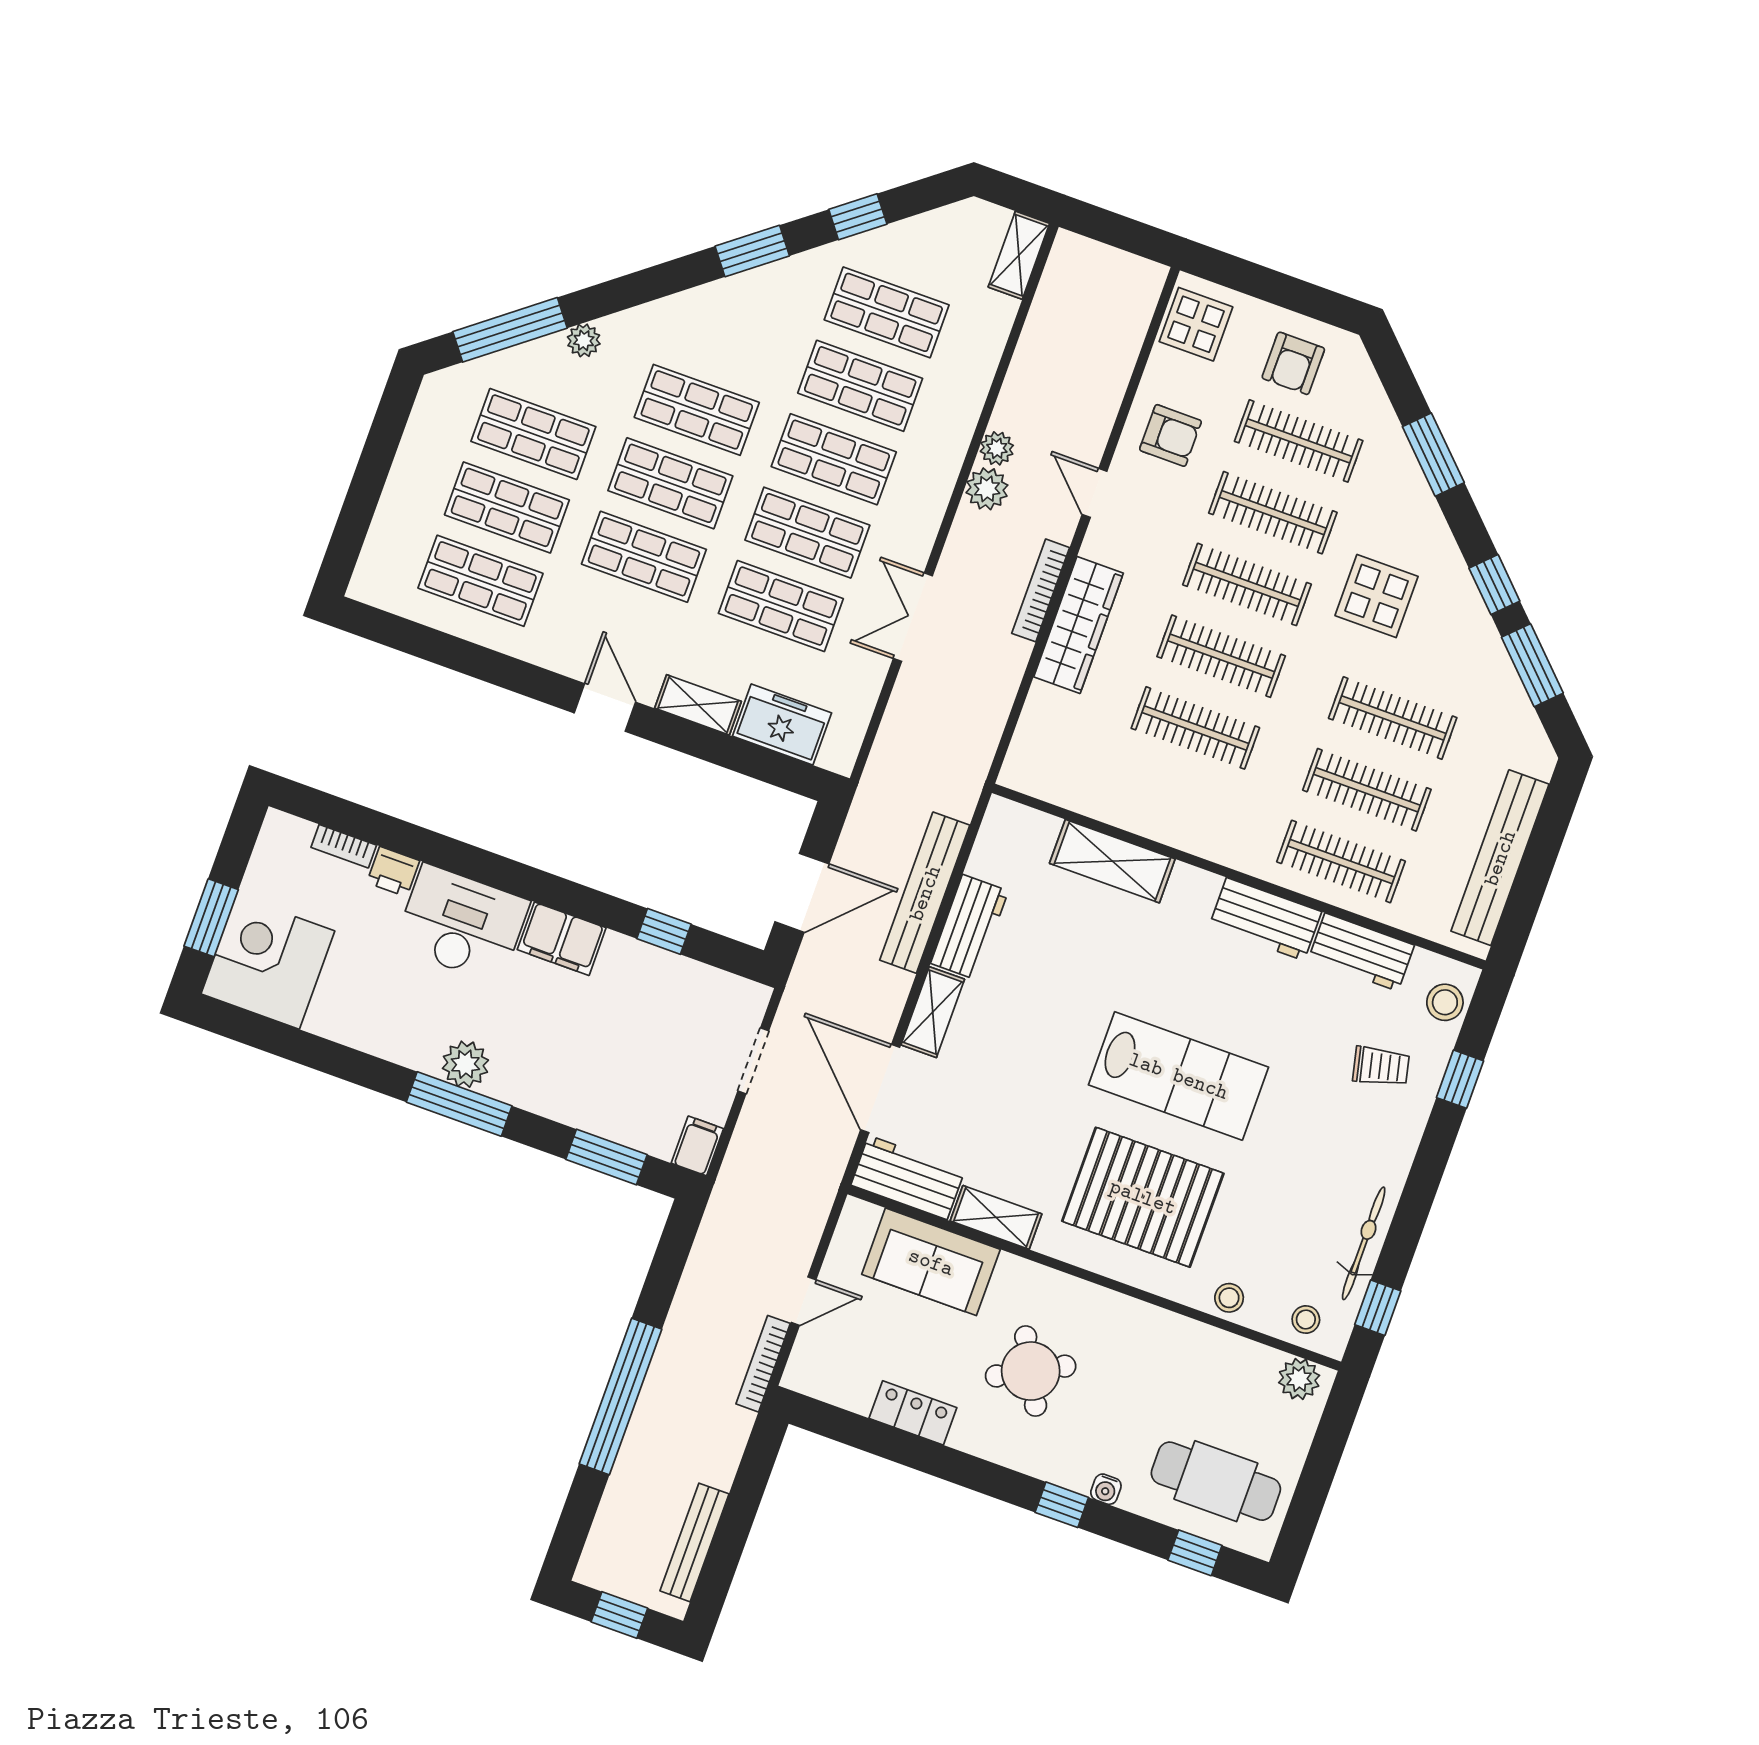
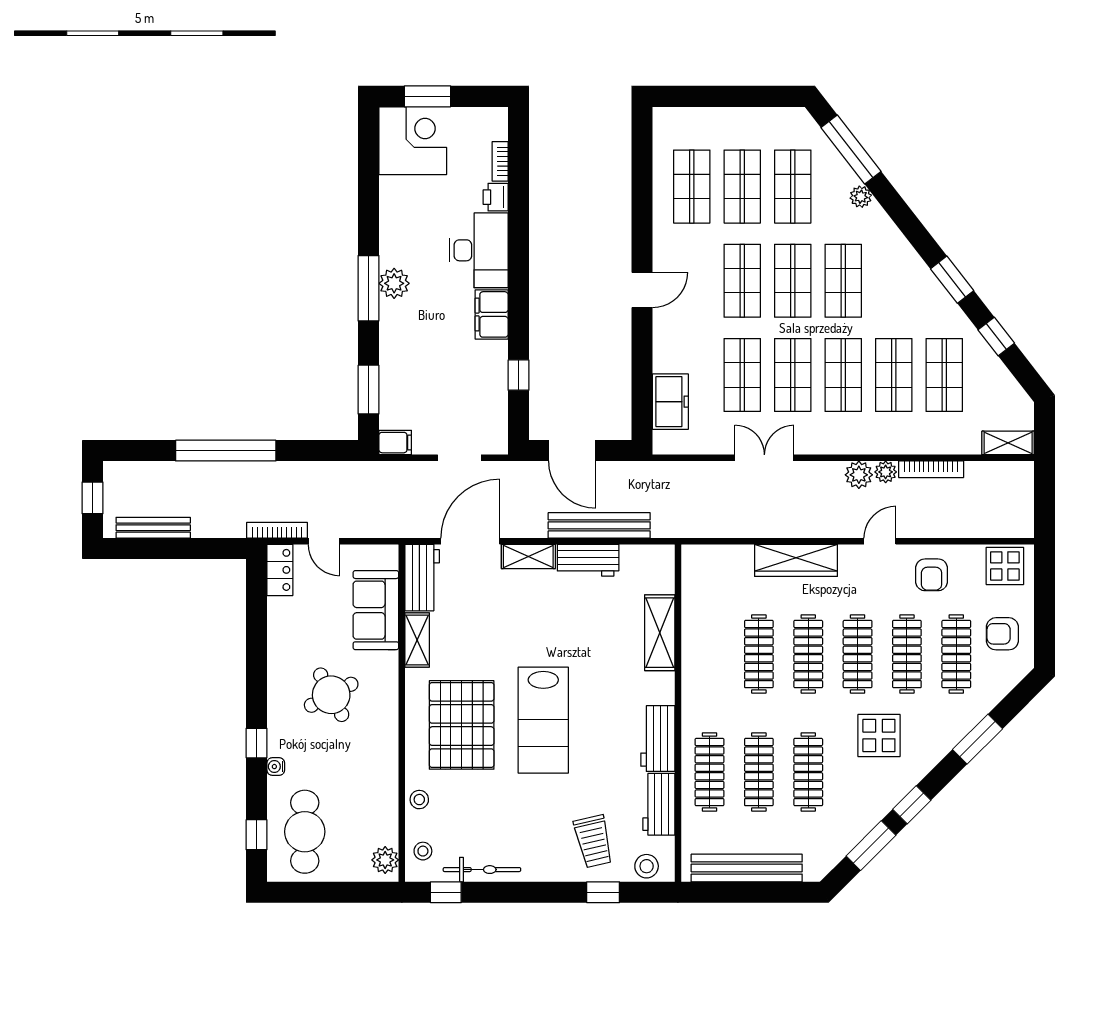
bookcase: (1041, 590) -> (931, 469), moved, turned 180
shelving: (698, 705) -> (664, 346), removed
trolley: (1381, 1066) -> (593, 841), width x1.36, depth x1.39
locker: (913, 1413) -> (280, 570), moved

